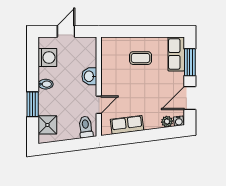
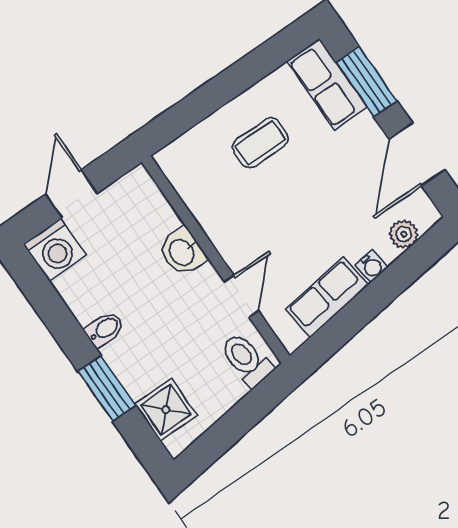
washing machine: (47, 57) -> (55, 250), moved, turned 90
water cooler: (179, 121) -> (372, 266), moved

